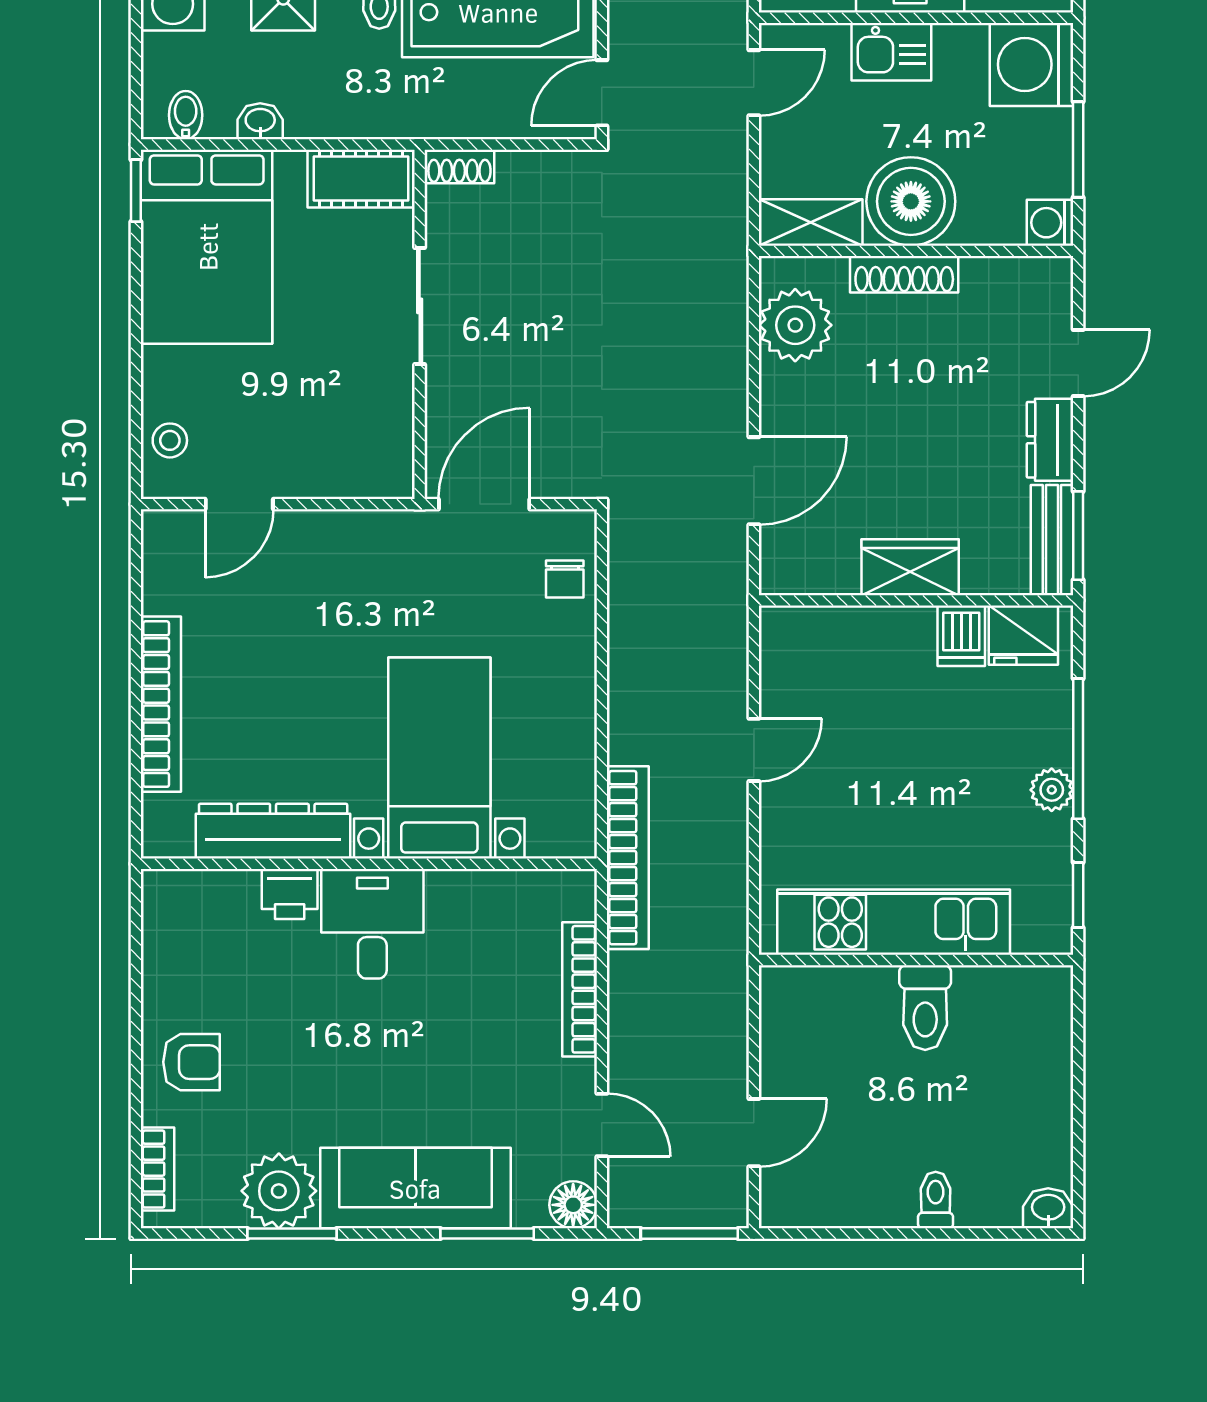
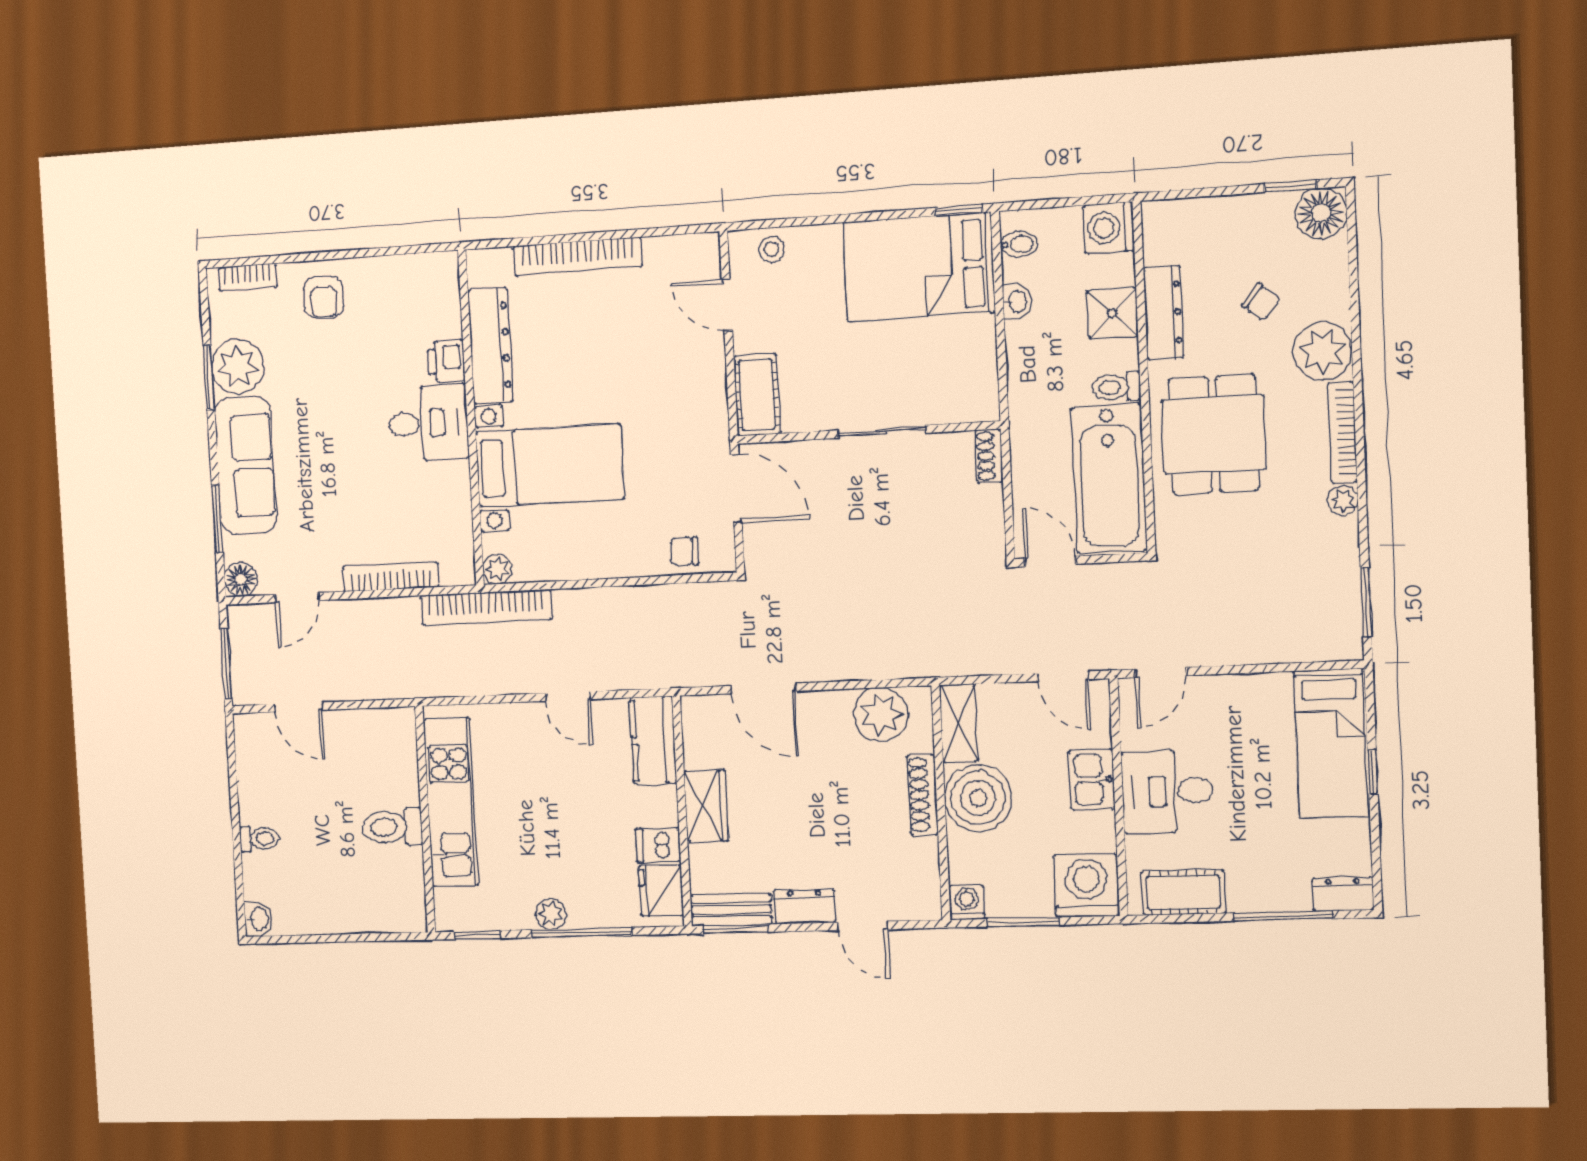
cot: (361, 179) -> (757, 395), moved
kitchen counter: (818, 635) -> (653, 740), added
plant: (577, 838) -> (497, 569), added

